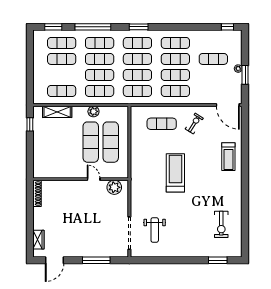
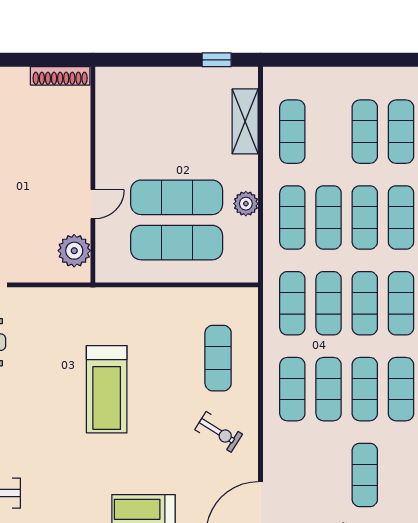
treadmill: (175, 173) -> (107, 389), turned 90

